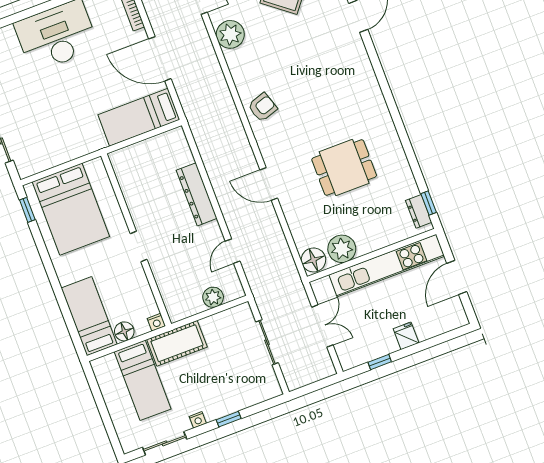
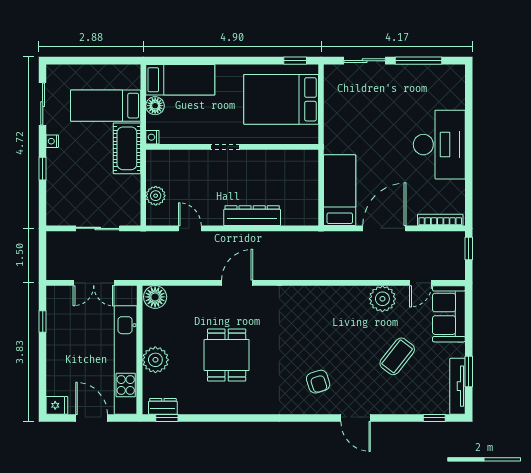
armchair: (262, 107) -> (318, 382), moved
plant: (342, 249) -> (155, 360), moved
fridge: (406, 336) -> (57, 405), moved

